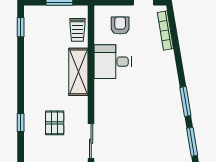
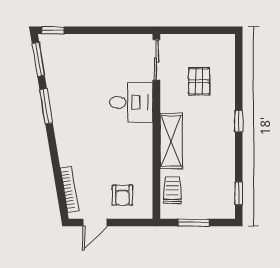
desk: (113, 62) -> (131, 102), moved
window: (21, 122) -> (239, 121), moved

